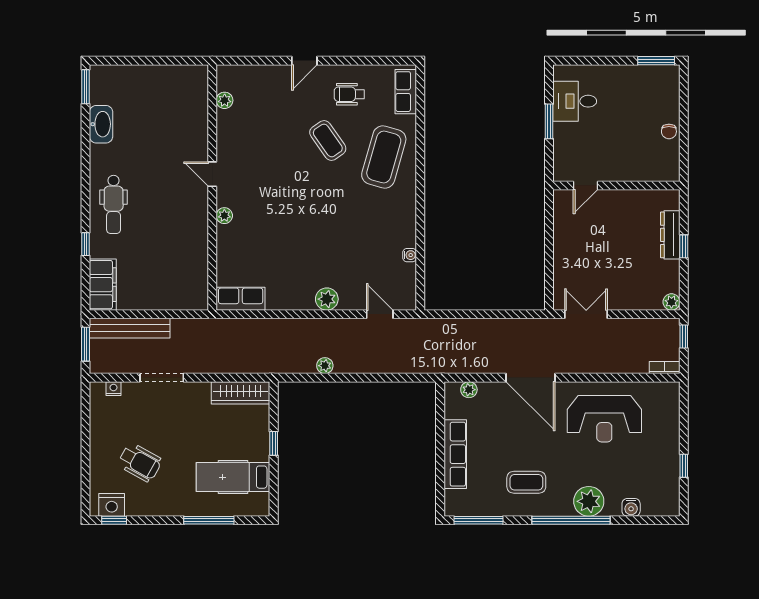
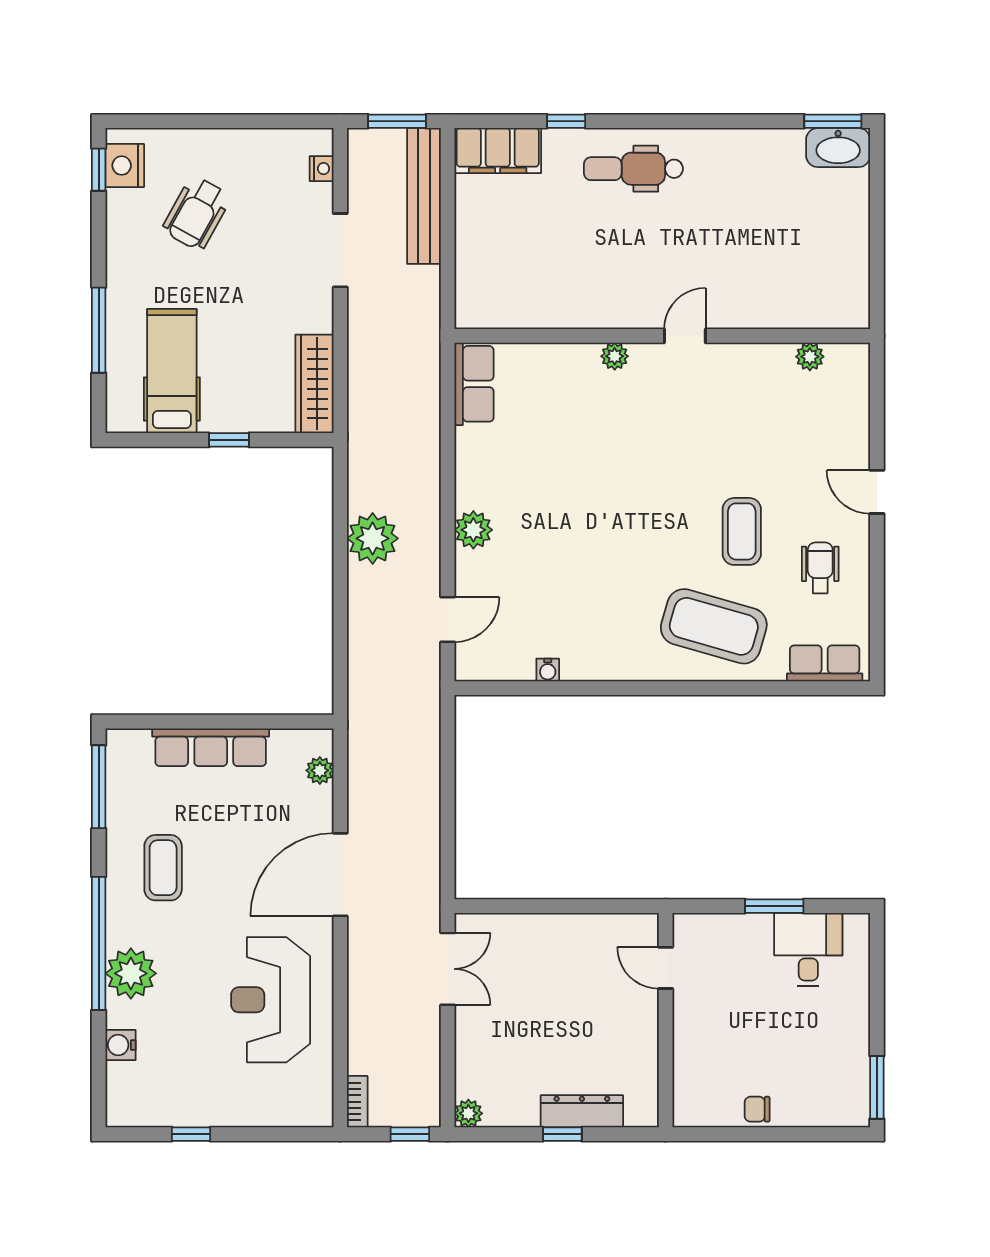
washbasin: (101, 124) -> (838, 148), moved
coffee table: (328, 140) -> (742, 531), turned -55
plant: (325, 366) -> (373, 538), width x1.87, depth x1.87

